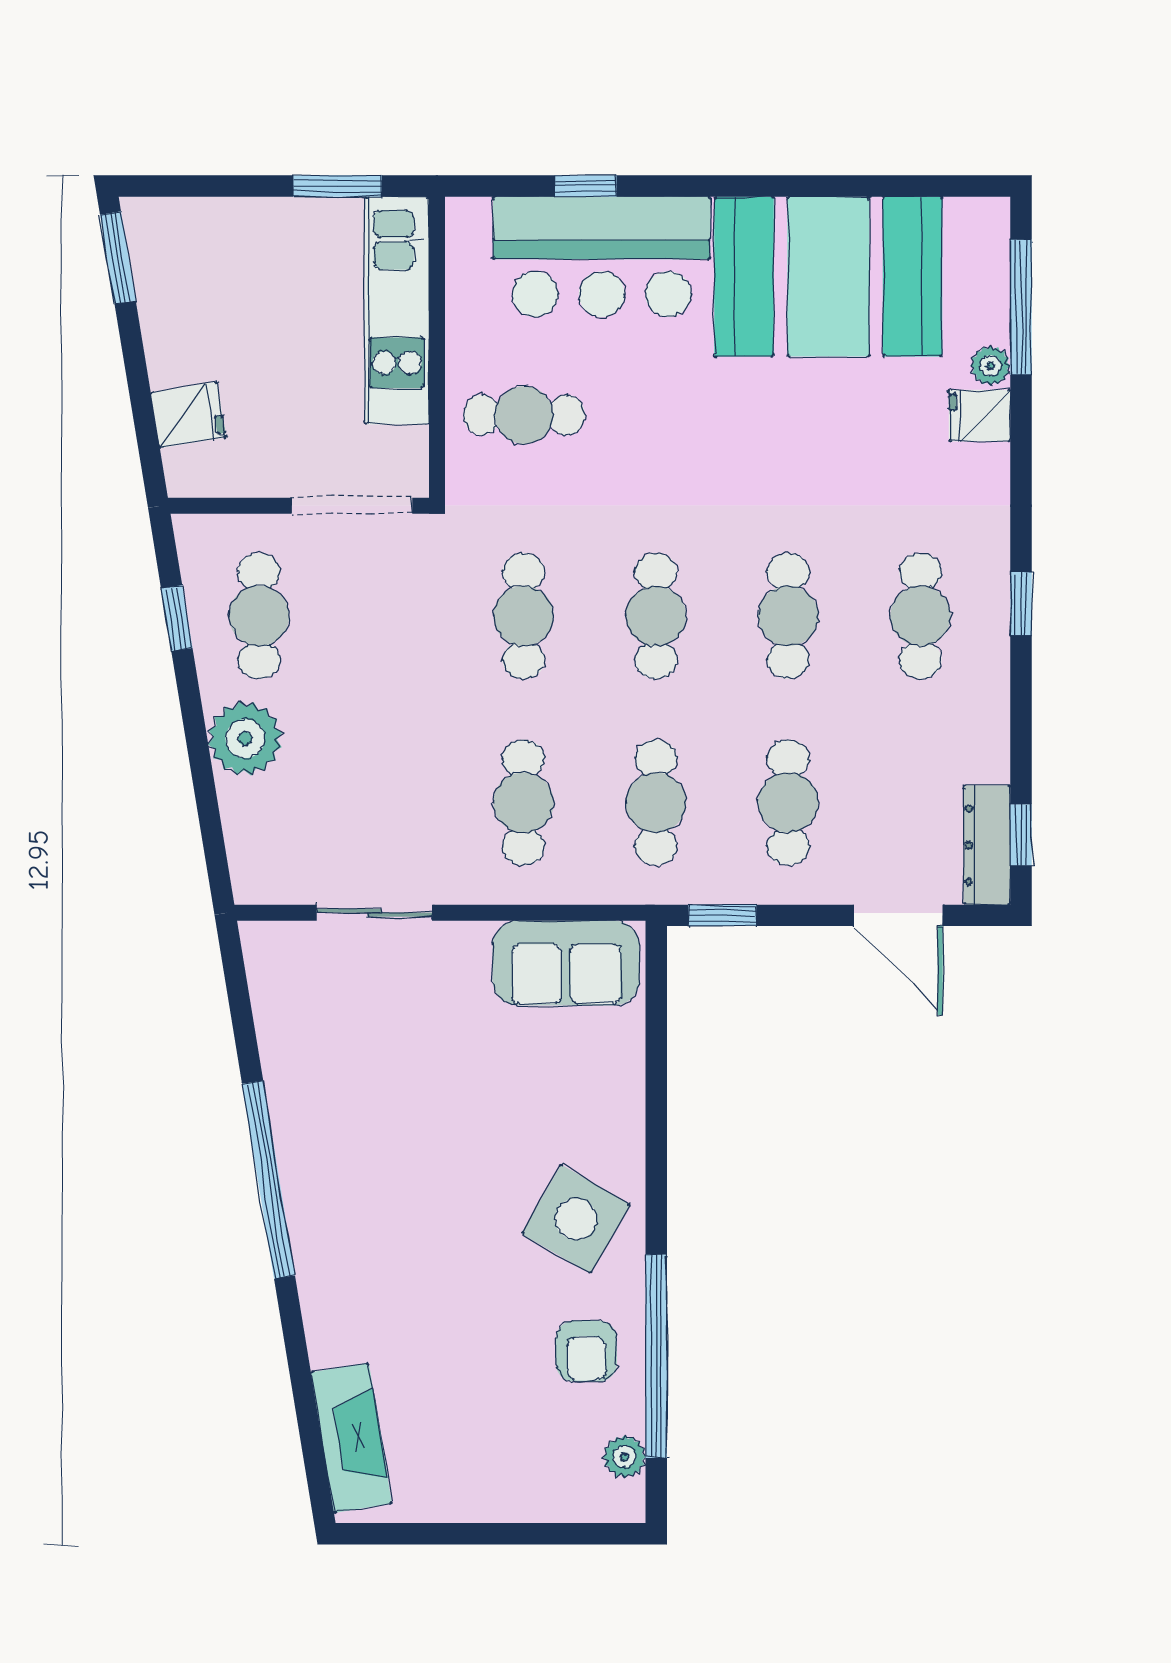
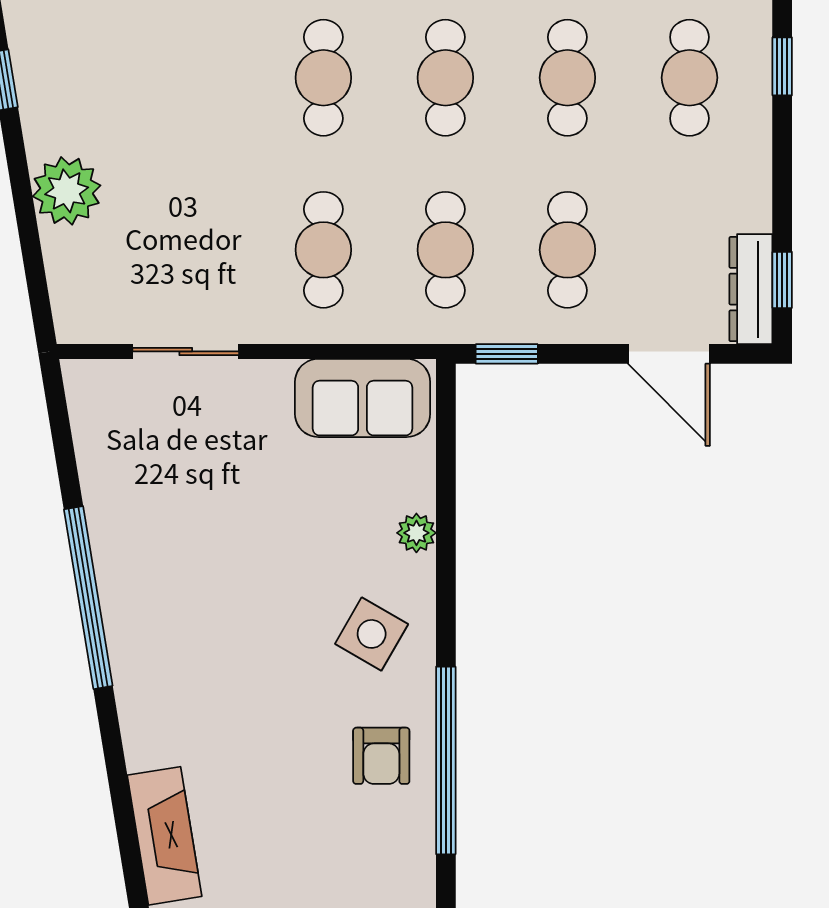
cafe table: (259, 616) -> (79, 78), removed
side table: (576, 1219) -> (372, 634), width x0.73, depth x0.73
plant: (624, 1457) -> (416, 533), moved

